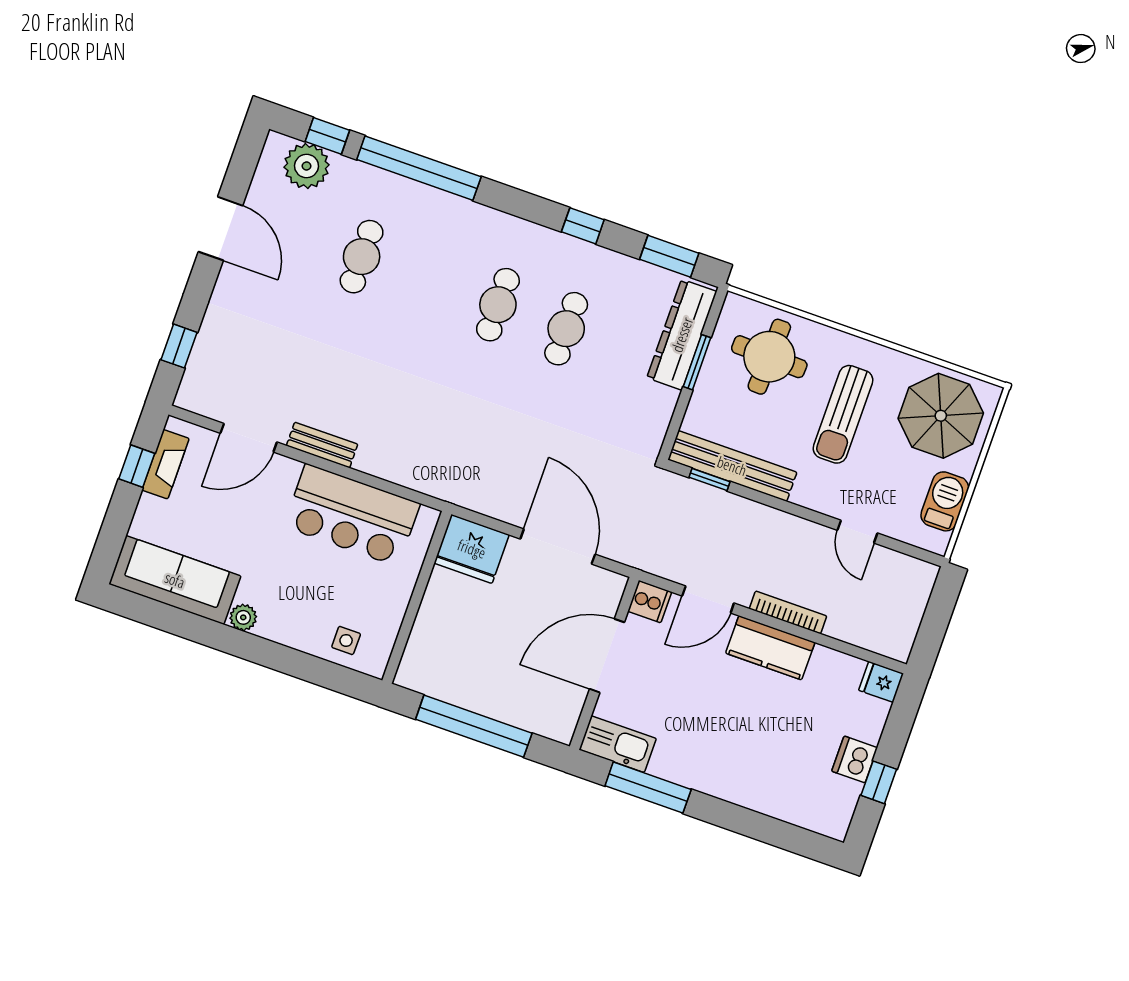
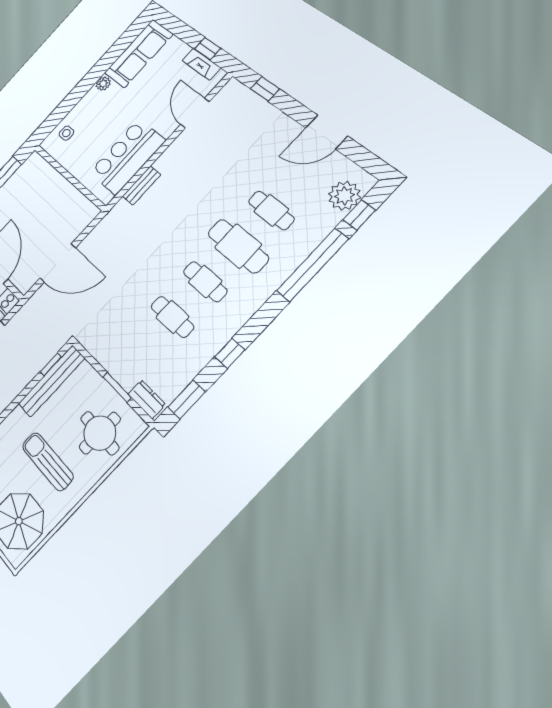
cafe table: (430, 281) -> (238, 246), added
dresser: (682, 335) -> (147, 399), width x0.51, depth x0.80
bench: (322, 445) -> (142, 185), moved
fridge: (472, 549) -> (79, 215), removed

